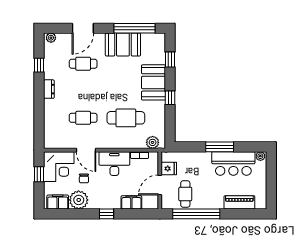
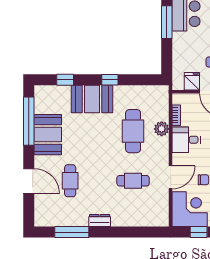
plant: (51, 38) -> (40, 218), removed
window: (39, 65) -> (72, 232), width x2.17
cafe table: (83, 118) -> (133, 181), turned 90
plant: (153, 142) -> (162, 129), moved
desk: (114, 164) -> (186, 140), width x0.73

